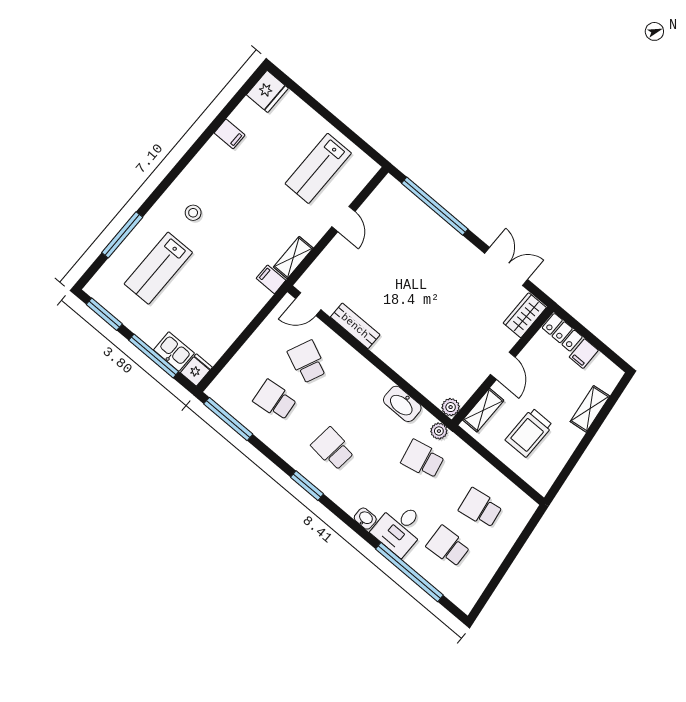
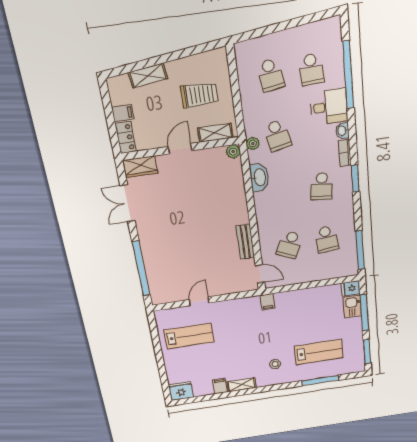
shelving: (293, 258) -> (242, 385), moved
bookcase: (342, 501) -> (345, 153), added

